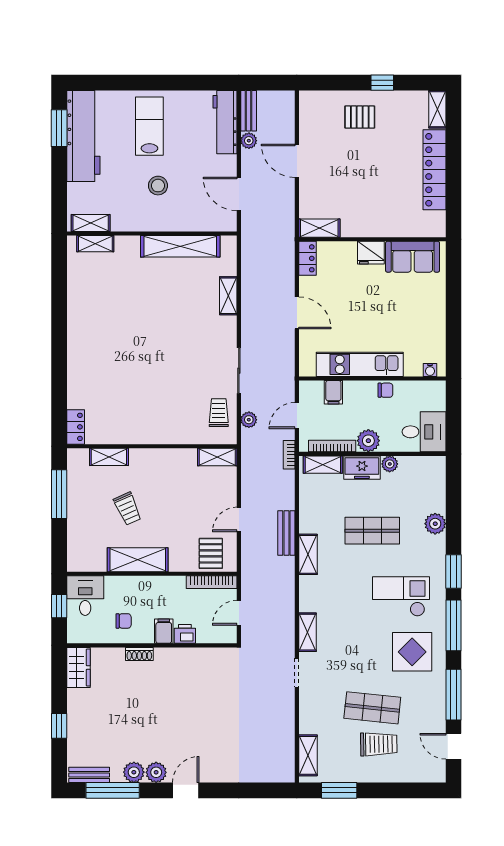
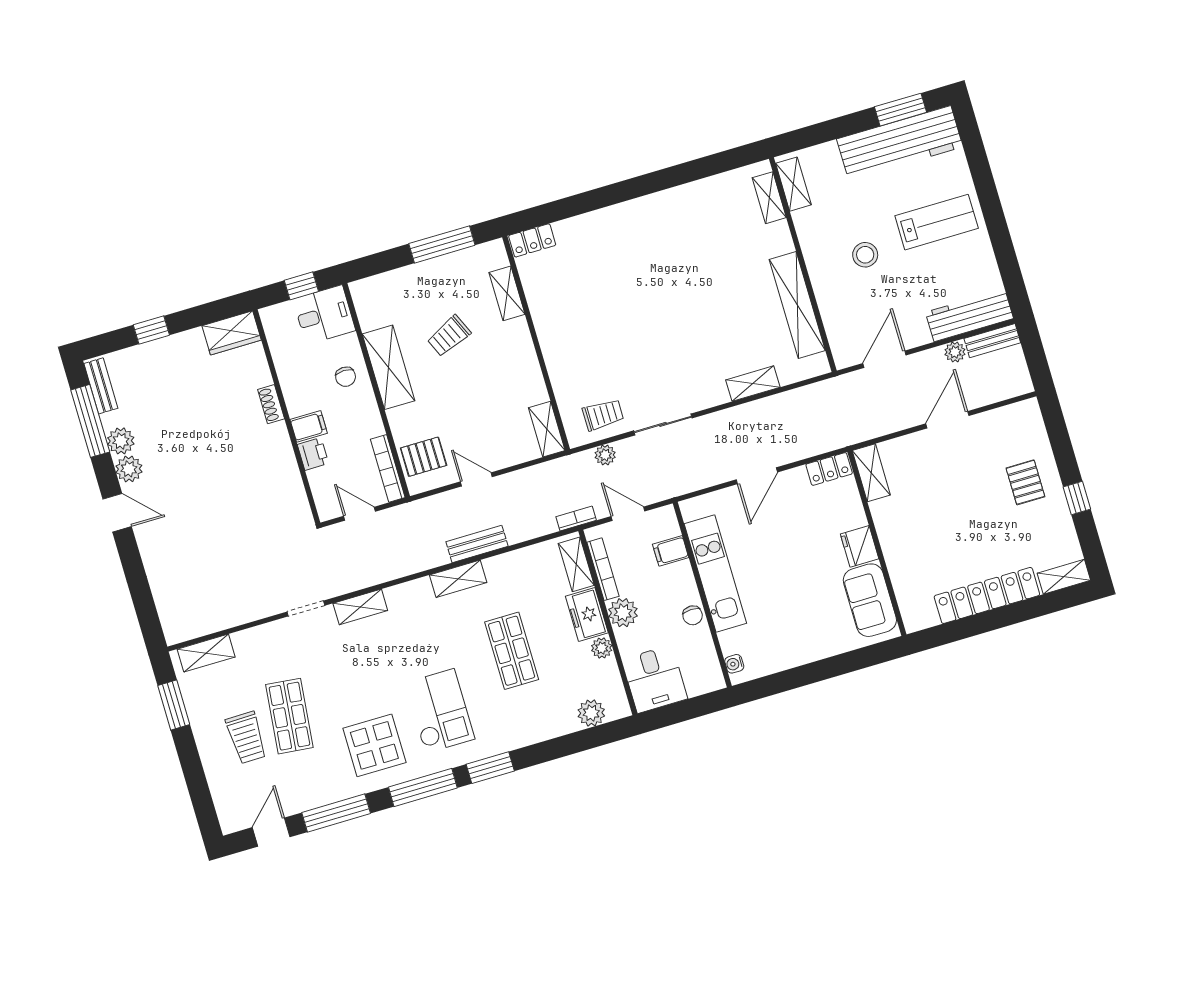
plant: (435, 524) -> (591, 713), moved
chair: (124, 621) -> (346, 377), moved

